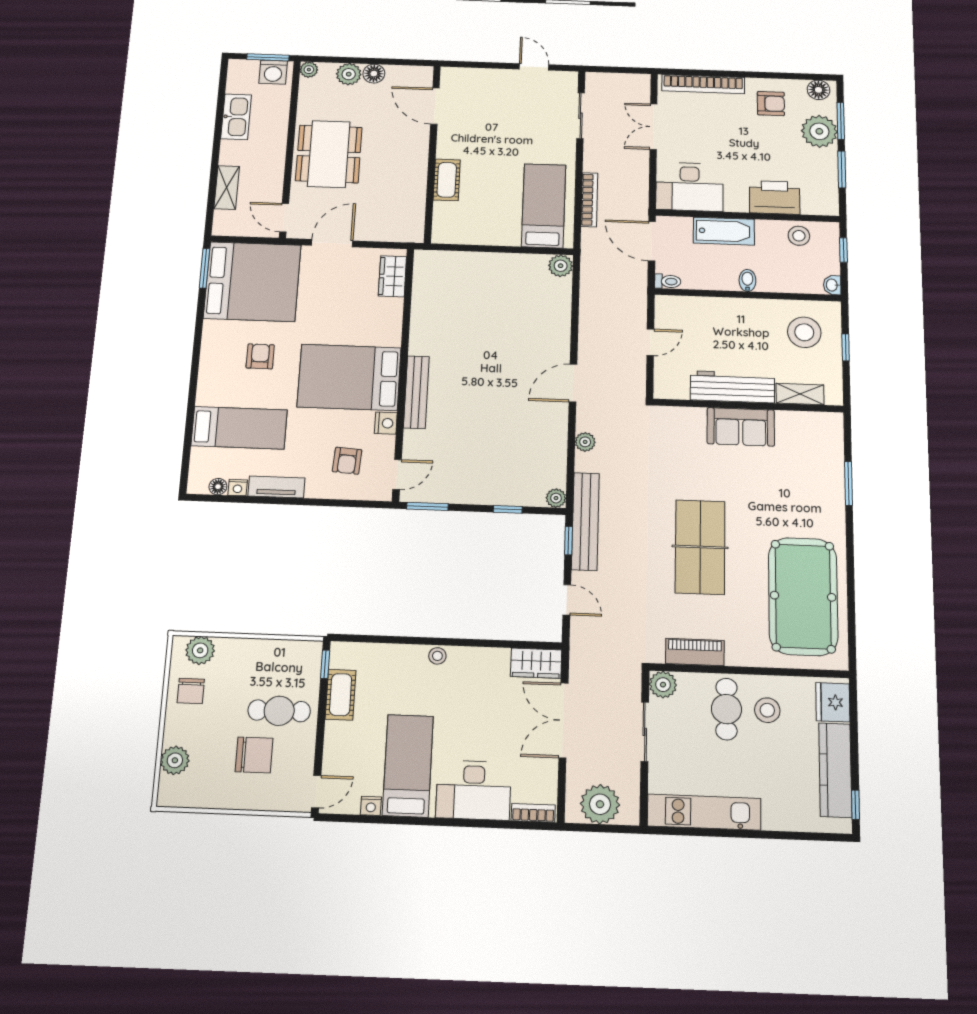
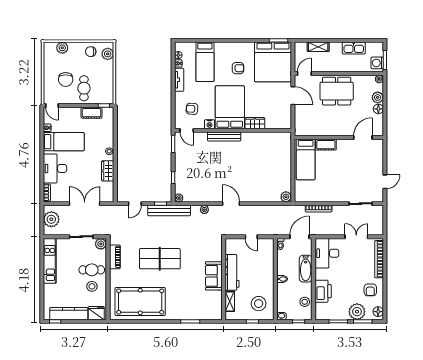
bed: (544, 206) -> (306, 160), moved, turned 90
wardrobe: (392, 276) -> (255, 123), moved
wardrobe: (536, 663) -> (108, 171), moved

